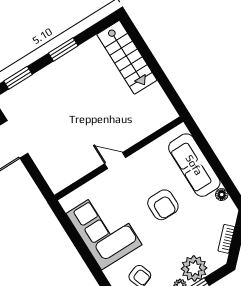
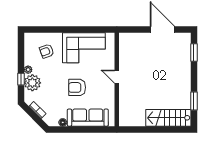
window: (63, 49) -> (194, 101), moved
door: (115, 161) -> (117, 77), swing flipped

